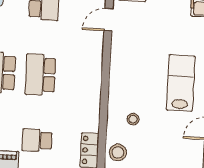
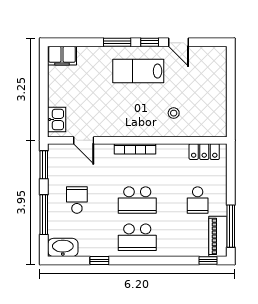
bookcase: (96, 75) -> (135, 149), added
stool: (118, 152) -> (205, 125), removed

